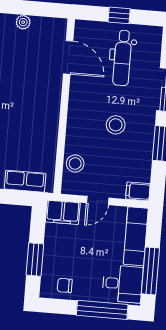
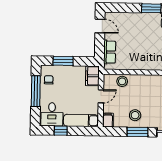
stool: (116, 125) -> (135, 115), moved
door: (98, 200) -> (101, 96), swing flipped
window: (150, 271) -> (61, 131), width x0.46
window: (102, 310) -> (36, 91), moved

